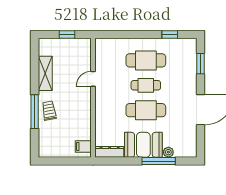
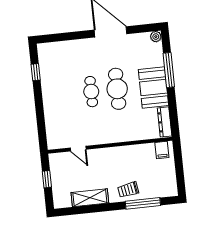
cafe table: (146, 60) -> (65, 94), removed
window: (201, 64) -> (63, 37), removed
door: (93, 79) -> (78, 149), moved
window: (35, 112) -> (143, 203), moved
plant: (168, 152) -> (156, 37), moved

